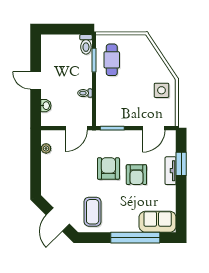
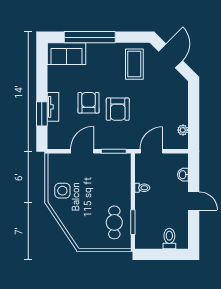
toilet: (86, 44) -> (169, 239), moved
door: (154, 128) -> (82, 151), moved

